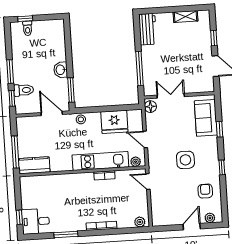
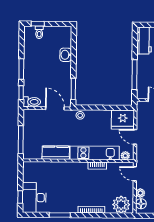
washbasin: (61, 70) -> (66, 55), moved
toilet: (24, 90) -> (32, 102), moved
floor lamp: (150, 107) -> (141, 204), moved
fridge: (114, 122) -> (123, 120), moved
kitchen counter: (34, 165) -> (56, 153), moved
plant: (156, 203) -> (140, 193), added
desk: (36, 221) -> (34, 198), width x1.37
plant: (140, 222) -> (121, 205), width x1.88, depth x1.88

